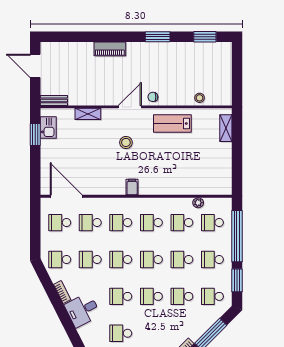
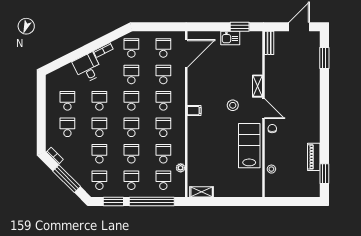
window: (158, 37) -> (324, 58), moved
piano: (110, 49) -> (314, 157), moved
shelving: (88, 114) -> (258, 86), moved
lab bench: (172, 123) -> (249, 146), width x1.36, depth x1.39
kitchen sink: (48, 128) -> (230, 38), moved
shelving: (226, 128) -> (202, 192), moved
school desk: (151, 333) -> (67, 127), added

